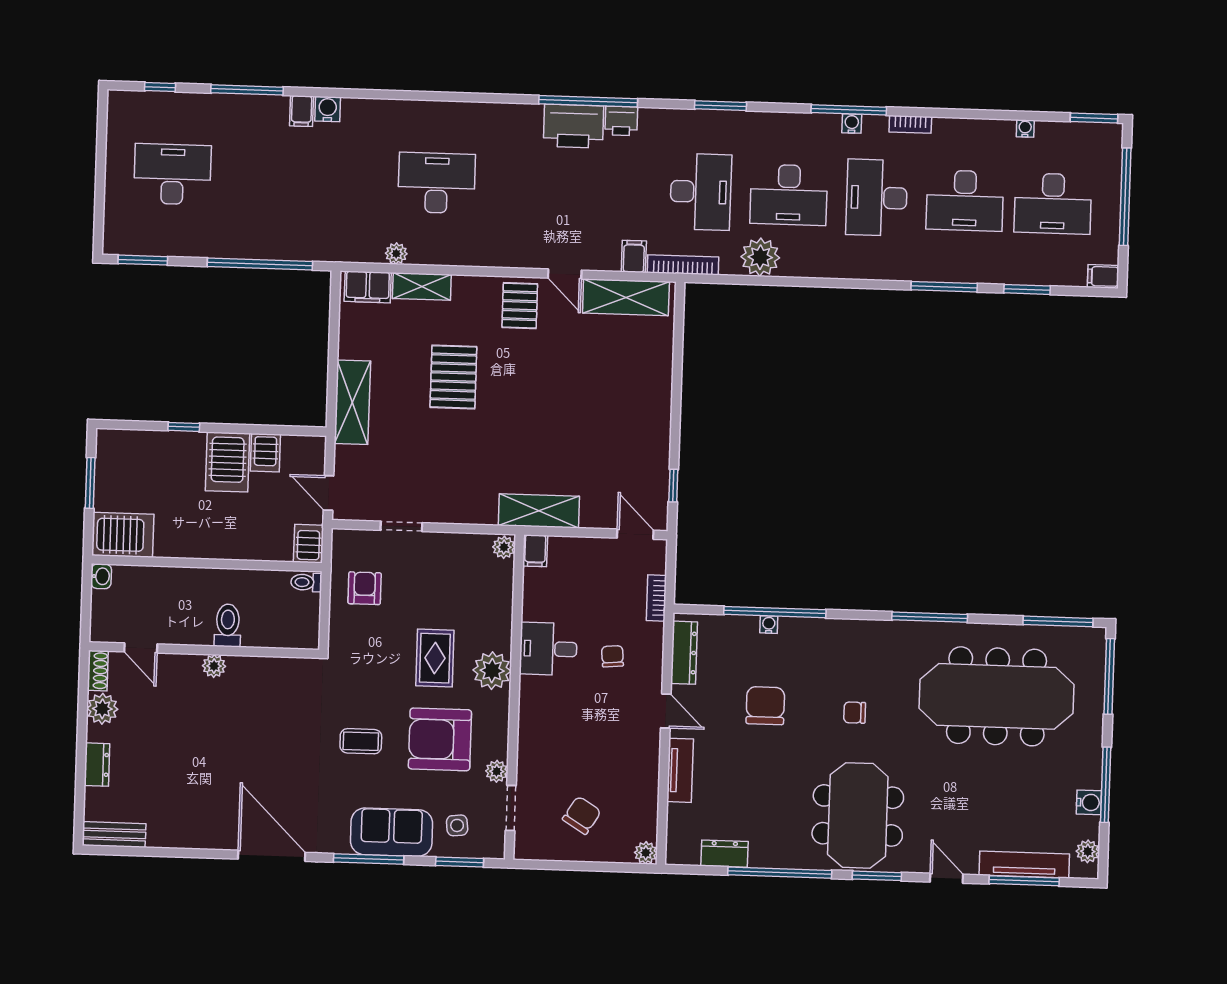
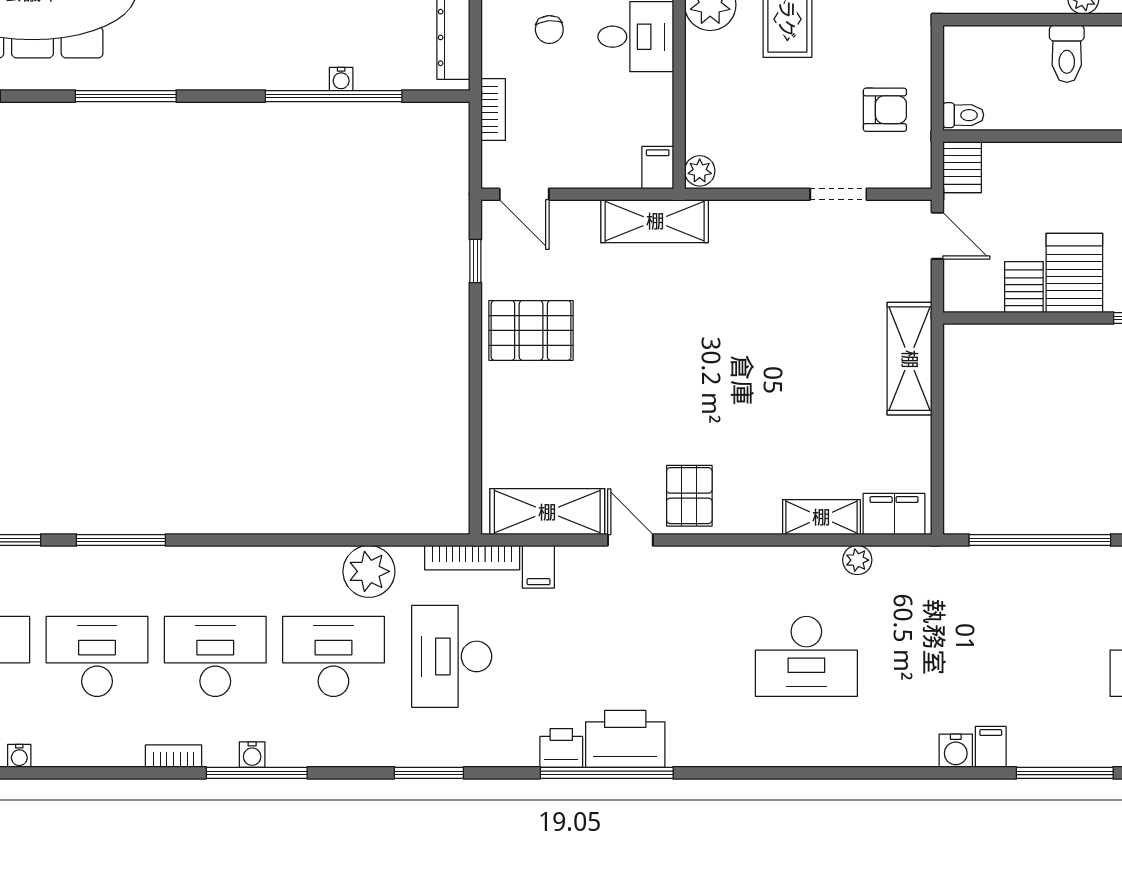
desk: (877, 198) -> (215, 656), turned -90
pallet: (453, 377) -> (531, 330), moved, turned 90
armchair: (365, 588) -> (885, 110), turned -90

